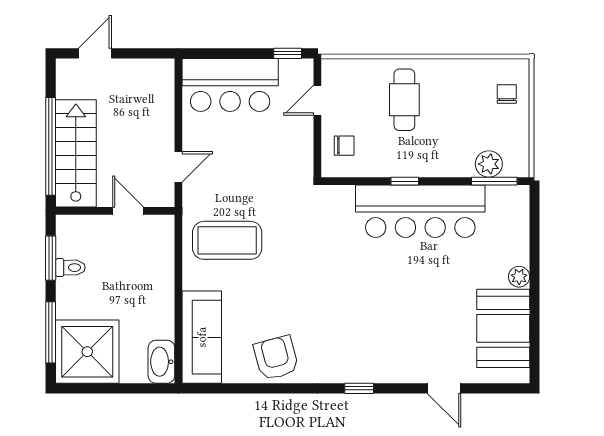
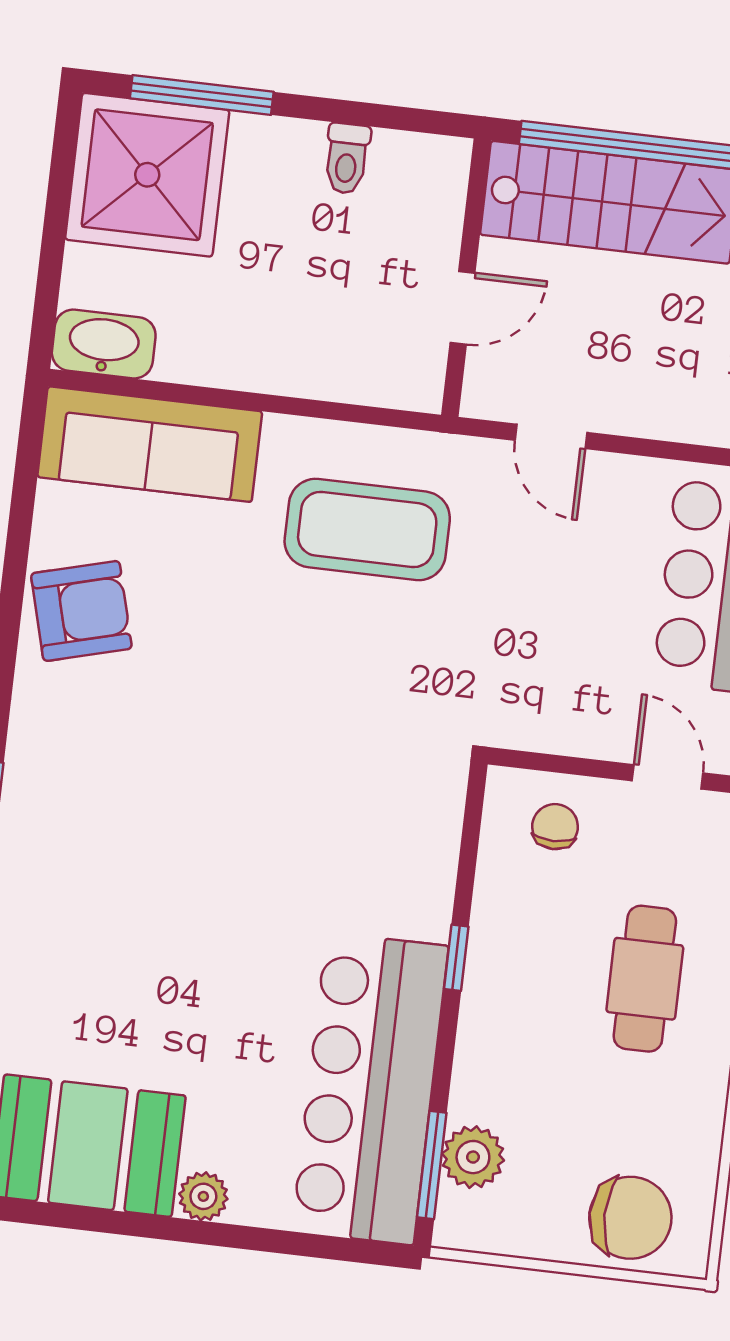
chair: (507, 94) -> (630, 1218), width x1.87, depth x1.87
cafe table: (404, 100) -> (645, 979), turned 90
chair: (344, 146) -> (555, 827), turned 180
bar counter: (420, 211) -> (370, 1089), moved
coffee table: (227, 240) -> (367, 529), turned 90
window: (51, 258) -> (374, 115), removed

